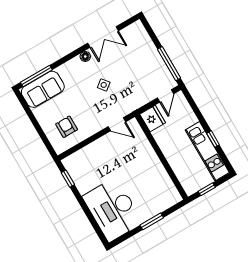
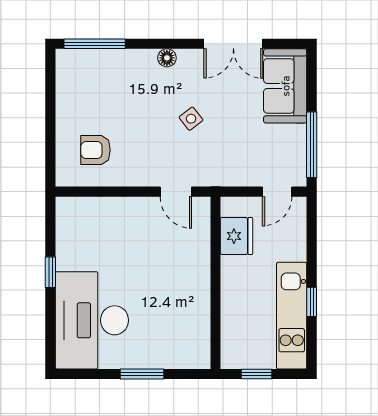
floor lamp: (85, 56) -> (167, 58), moved
sofa: (43, 89) -> (285, 86), moved, turned 90
fridge: (153, 119) -> (237, 236), moved
armchair: (67, 127) -> (96, 150), turned -90
window: (68, 179) -> (50, 272), moved

